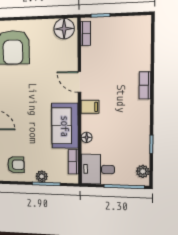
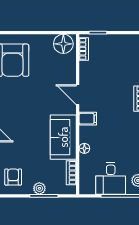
armchair: (16, 165) -> (13, 177), turned -90
desk: (98, 169) -> (111, 178), moved, turned -90

